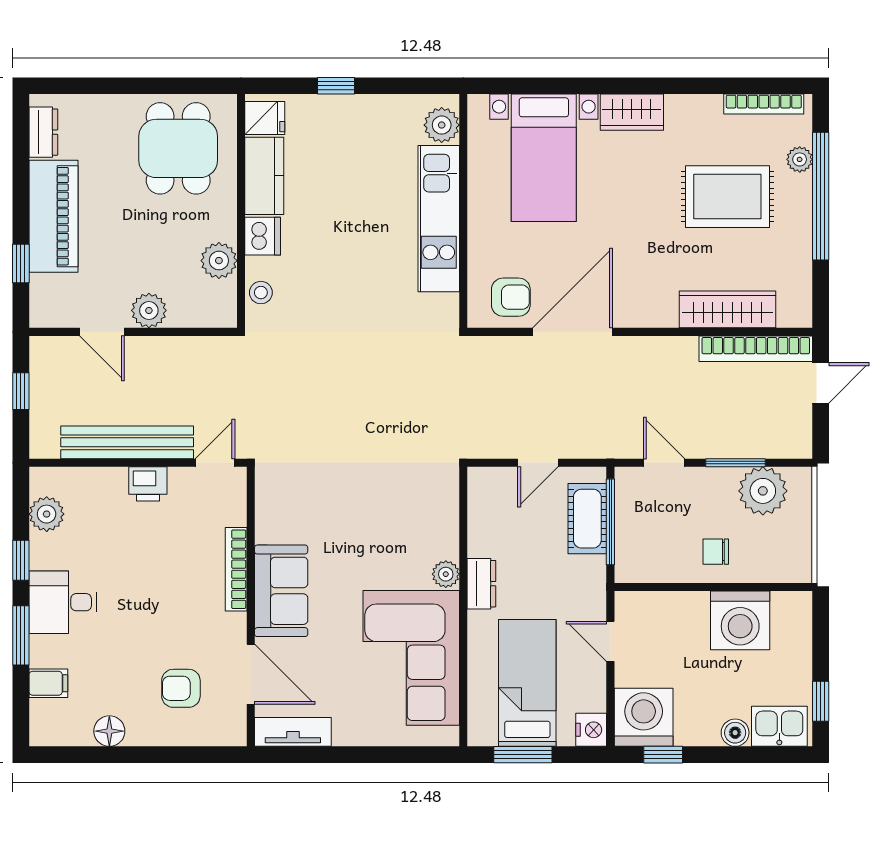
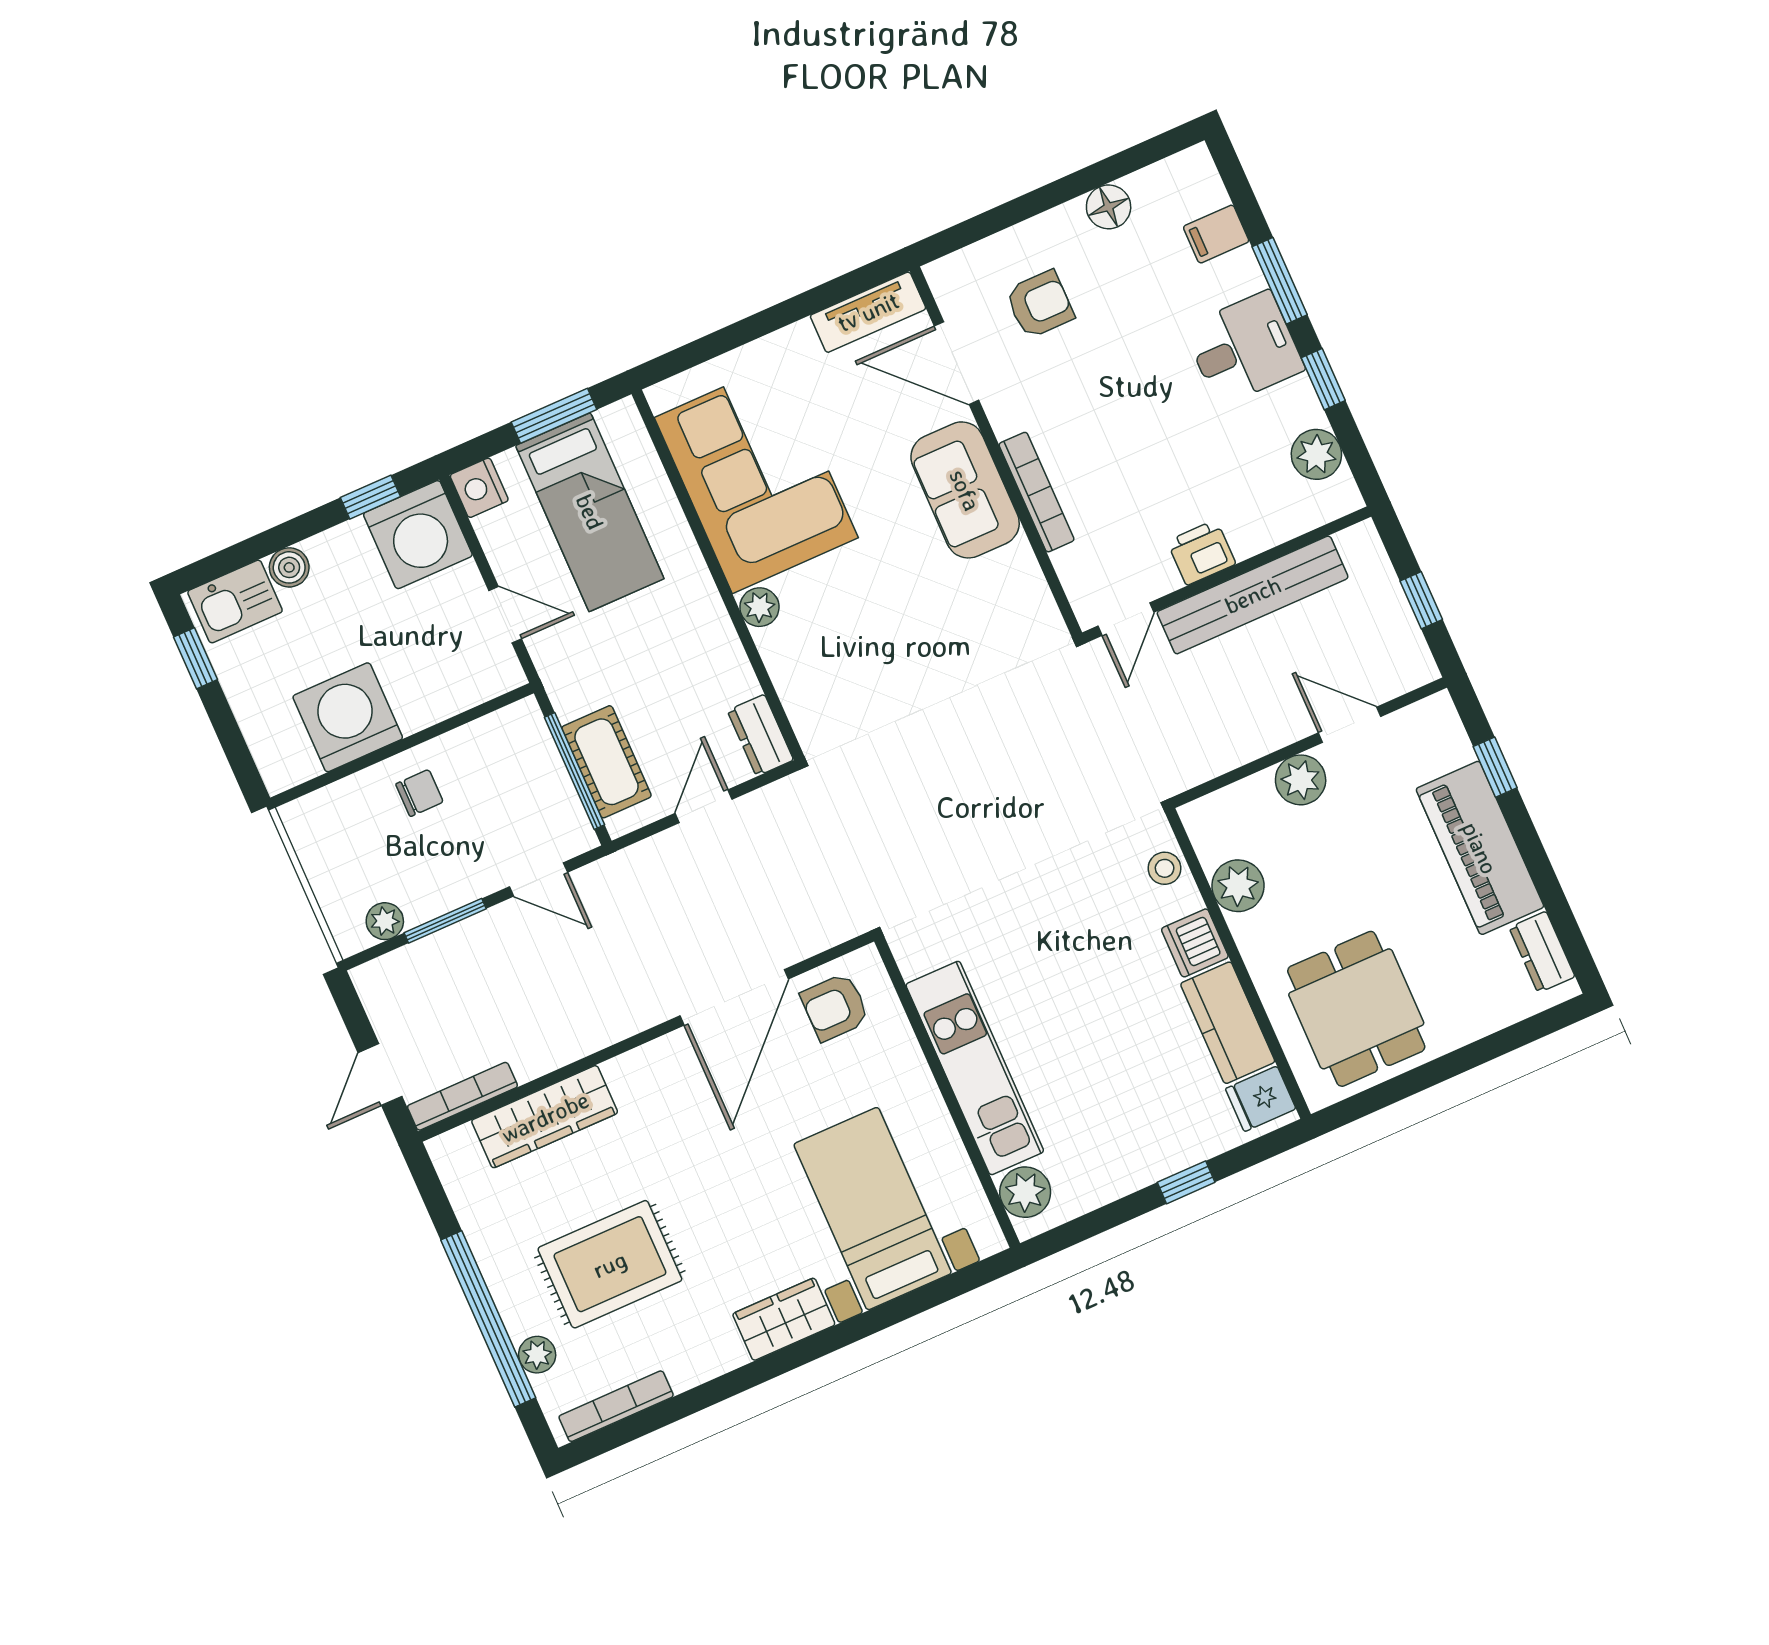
bookcase: (756, 349) -> (462, 1096), width x0.68, depth x0.76
plant: (763, 491) -> (385, 921), width x0.53, depth x0.53
dresser: (481, 584) -> (760, 735), moved

